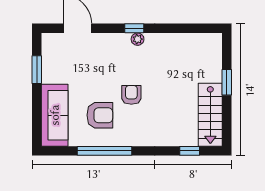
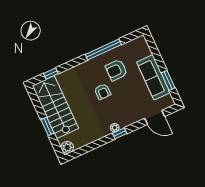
plant: (213, 42) -> (67, 147), added
sofa: (55, 115) -> (153, 77), moved
stairs: (210, 115) -> (55, 107), width x1.36, depth x1.51

